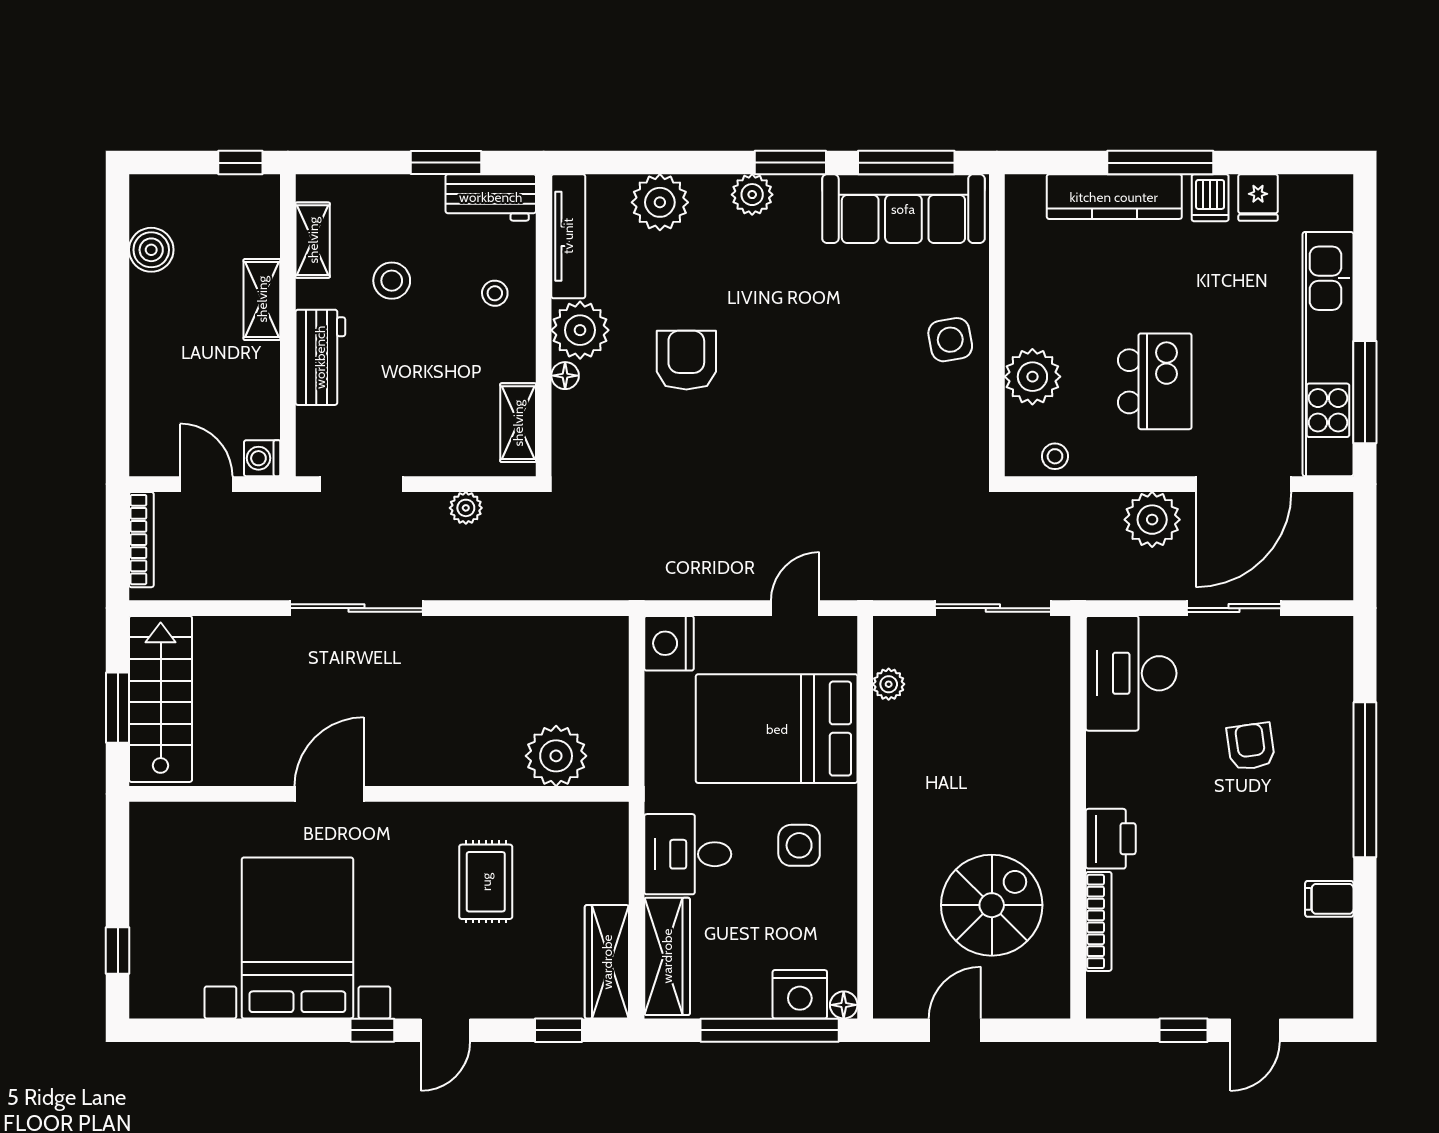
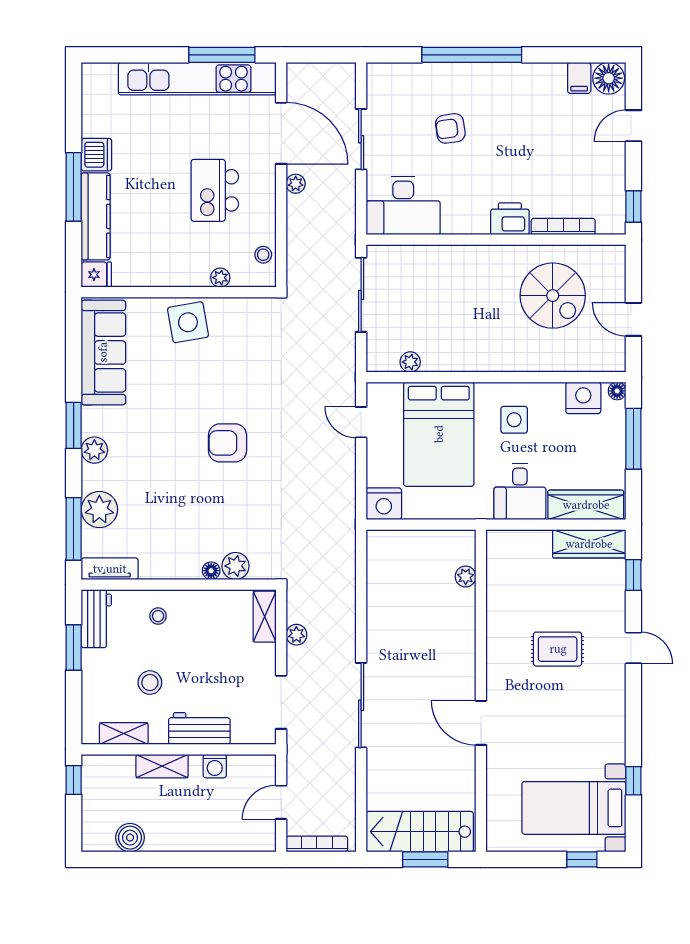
window: (906, 163) -> (74, 529), moved
dishwasher: (1210, 198) -> (96, 155), width x1.38
fridge: (1258, 198) -> (96, 275), moved
tv unit: (568, 236) -> (110, 569), width x0.71
plant: (580, 330) -> (235, 566), moved, width x0.73, depth x0.73
side table: (950, 340) -> (188, 322), width x1.37, depth x1.37
armchair: (686, 360) -> (227, 443), moved
plant: (1032, 377) -> (220, 278), width x0.53, depth x0.53
kitchen island: (1155, 381) -> (215, 190), turned -90
shelving: (518, 423) -> (265, 617), moved, turned 90
washing machine: (262, 458) -> (215, 766), moved
plant: (1152, 520) -> (296, 184), width x0.53, depth x0.53
plant: (556, 756) -> (466, 577), width x0.53, depth x0.53
rug: (486, 882) -> (558, 649), moved
filing cabinet: (1329, 899) -> (579, 78), moved
spiral stairs: (992, 905) -> (553, 296), turned 180
bed with nightstands: (297, 938) -> (574, 808), moved, width x0.73
floor lamp: (1329, 992) -> (609, 78), added
nightstand: (800, 994) -> (583, 398), moved, turned -90
window: (372, 1030) -> (633, 781), moved
window: (770, 1030) -> (633, 439), width x0.68
window: (1183, 1030) -> (633, 206), moved
door: (1255, 1030) -> (633, 126), swing flipped

